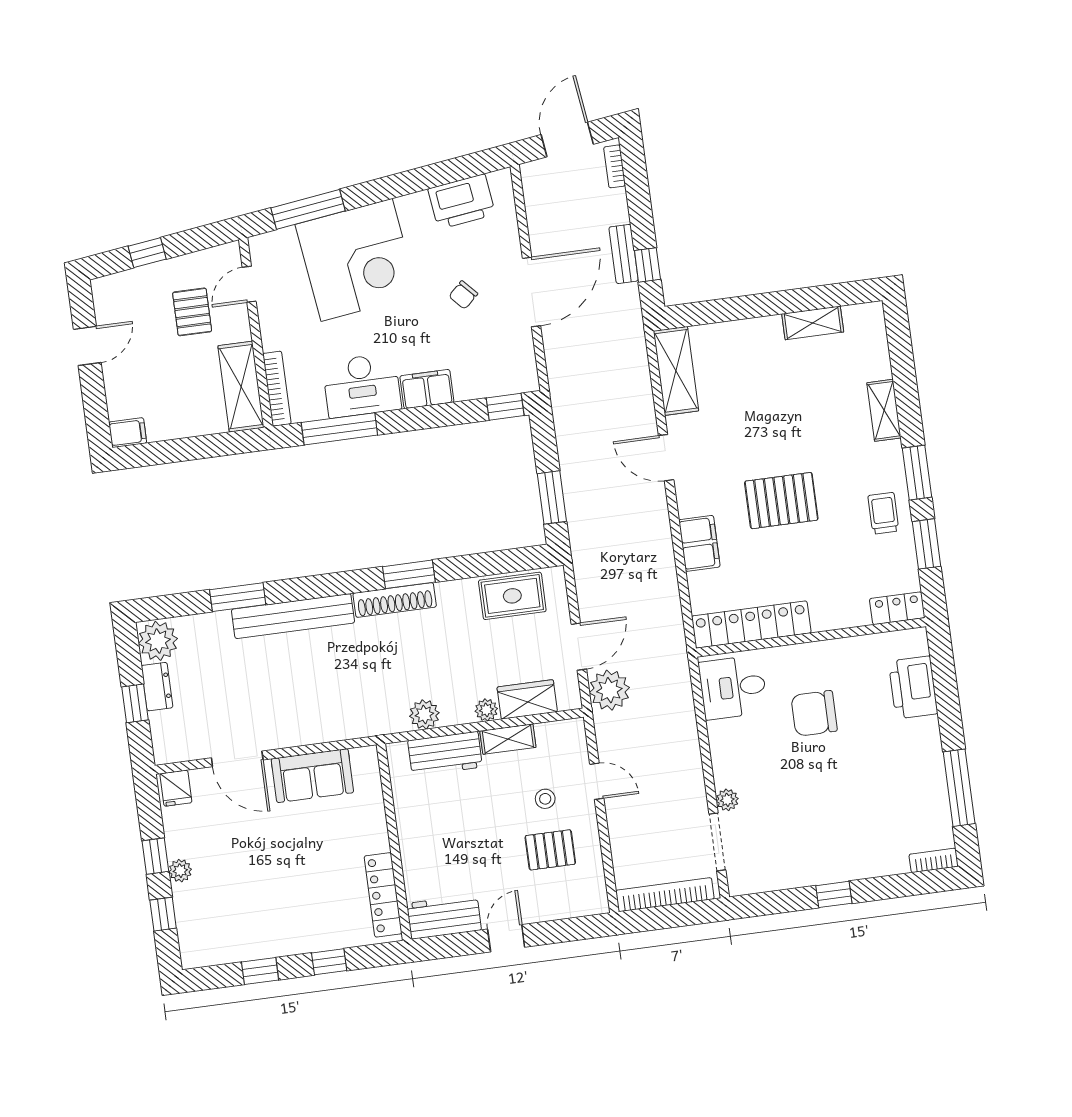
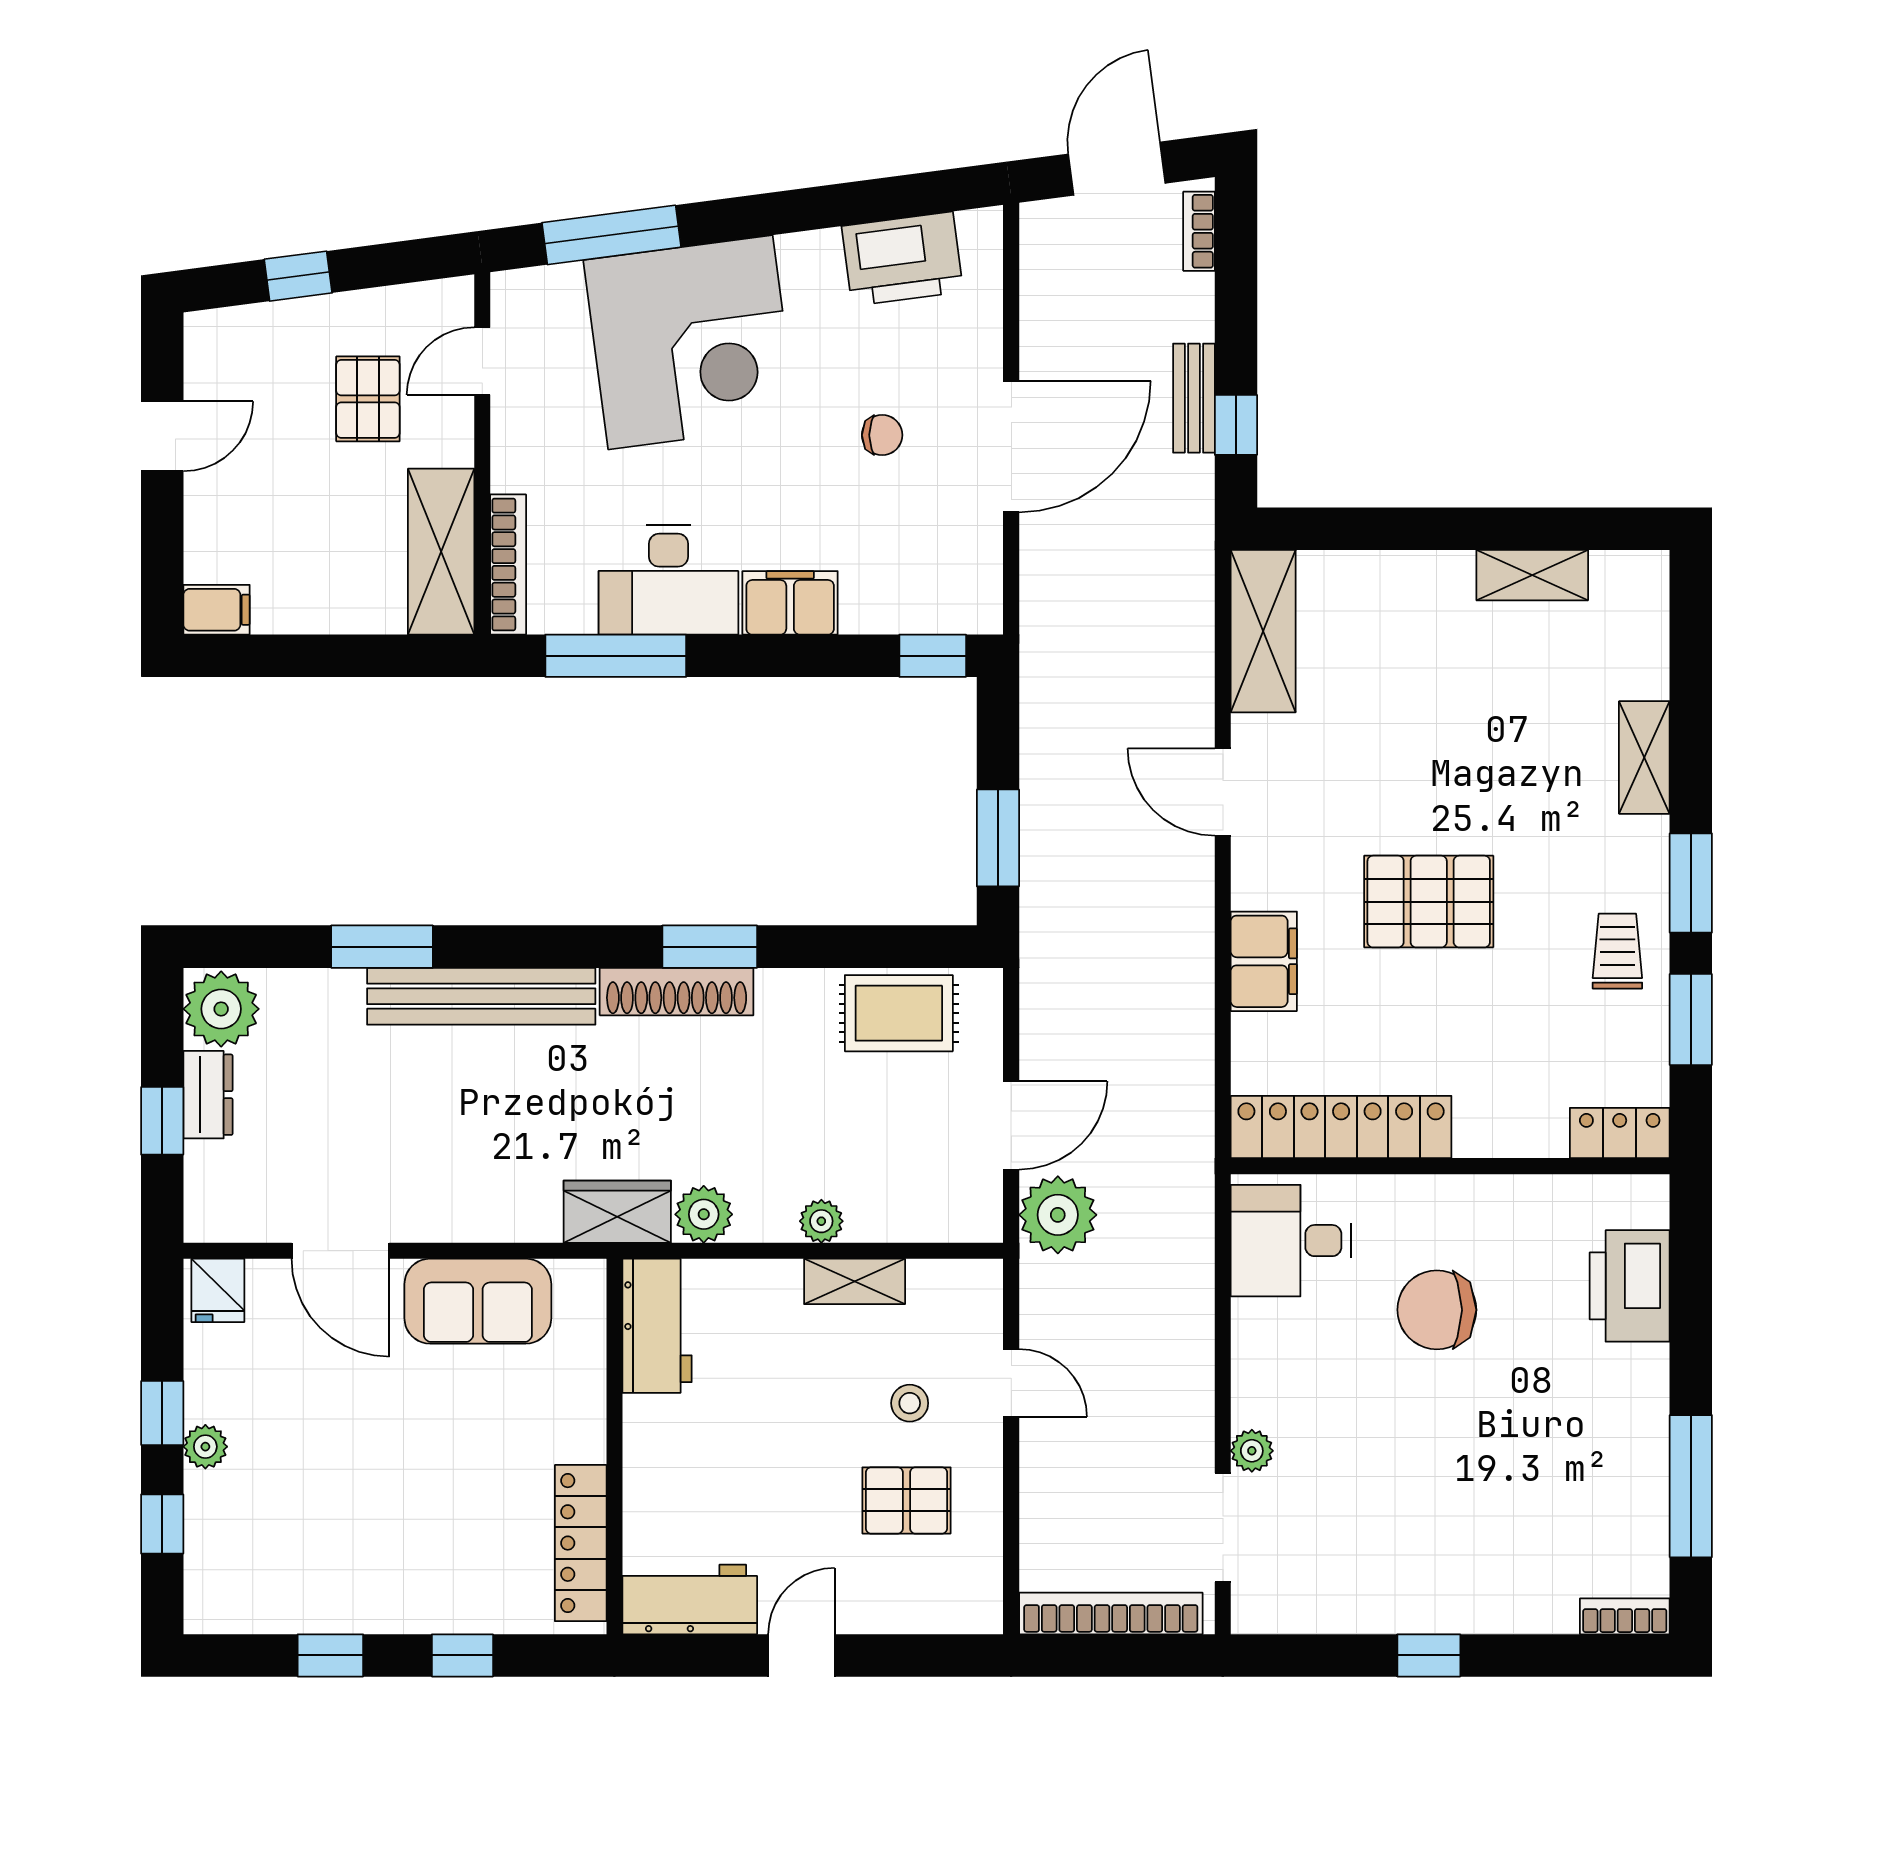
chair: (463, 295) -> (882, 435), turned -137
wardrobe: (527, 699) -> (617, 1212), moved
workbench: (445, 754) -> (657, 1326), moved, turned -90

